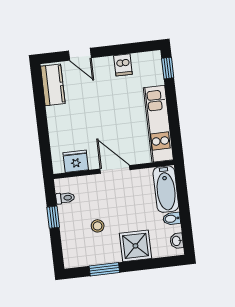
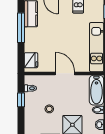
window: (40, 108) -> (21, 28), added
fridge: (76, 161) -> (31, 60), moved, turned 90

